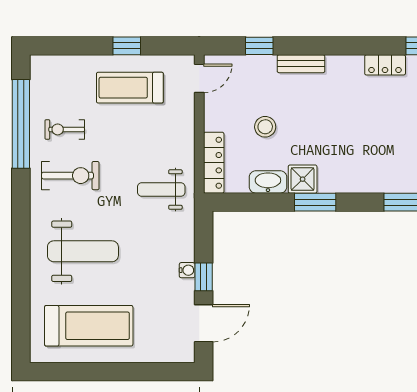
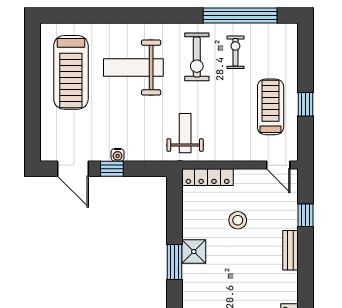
washbasin: (268, 182) -> (191, 223), removed
weight bench: (83, 251) -> (133, 68), turned 90

